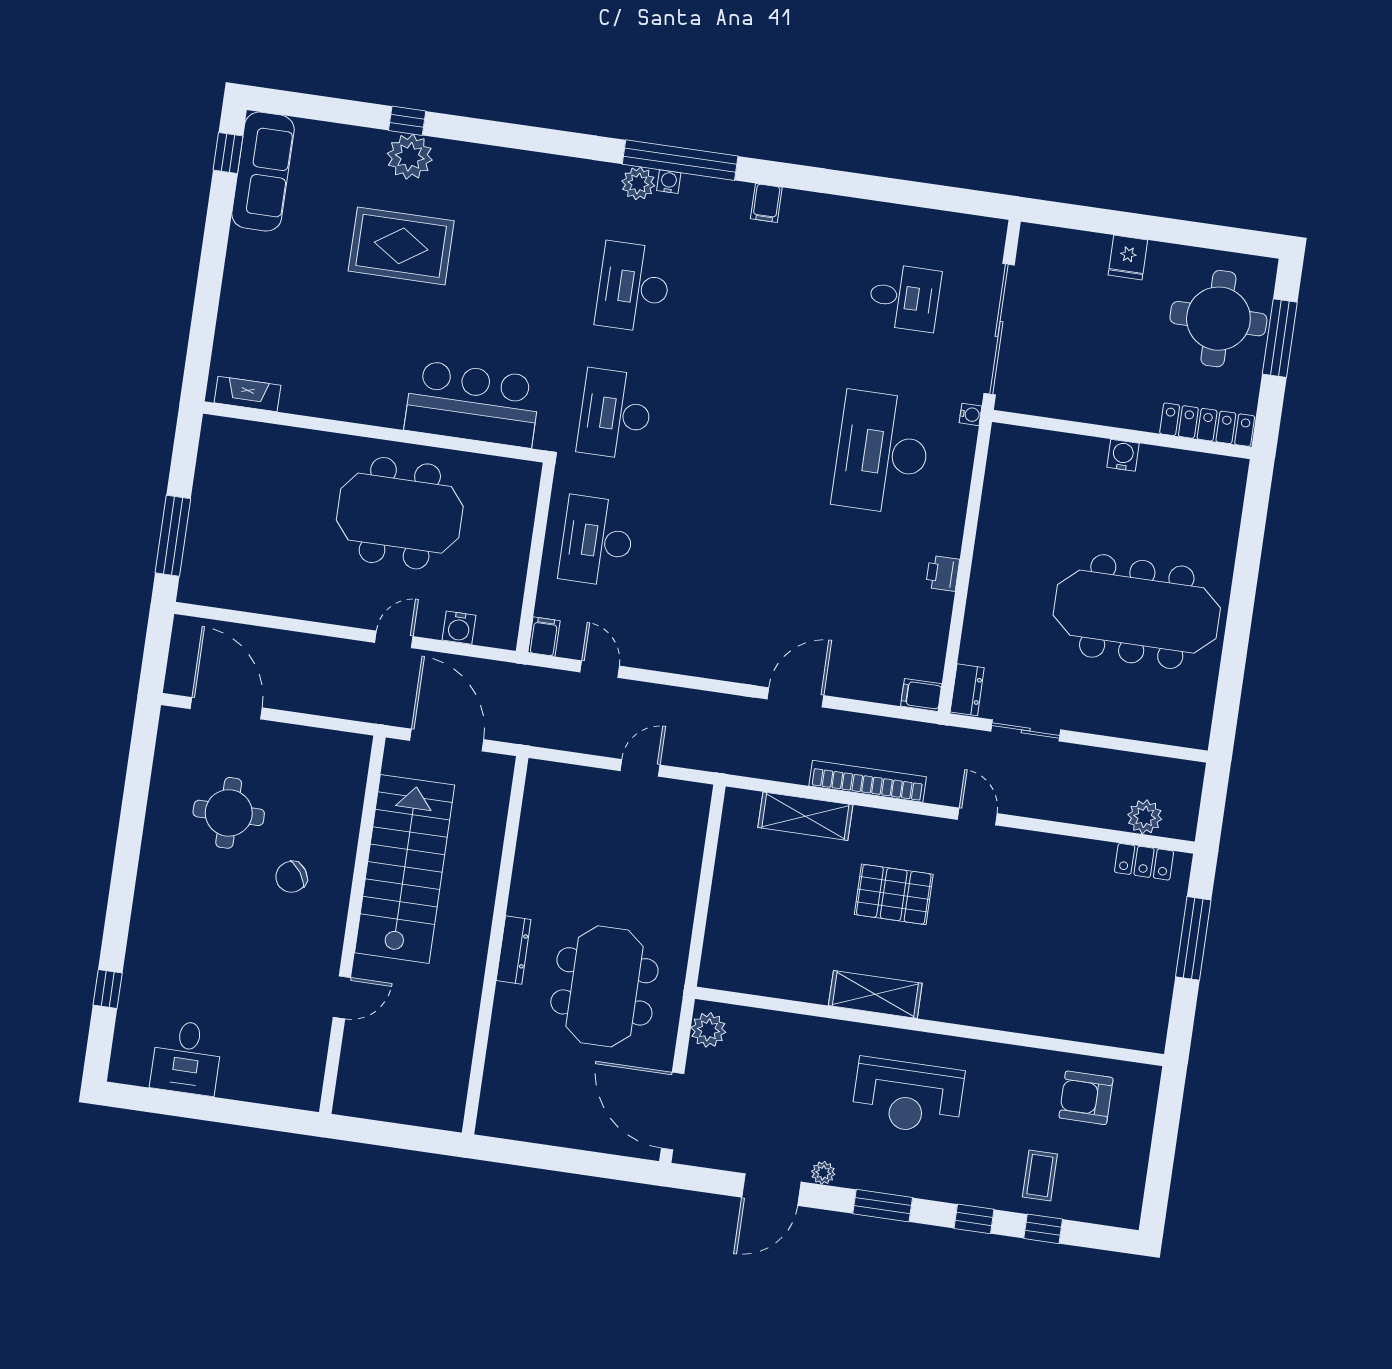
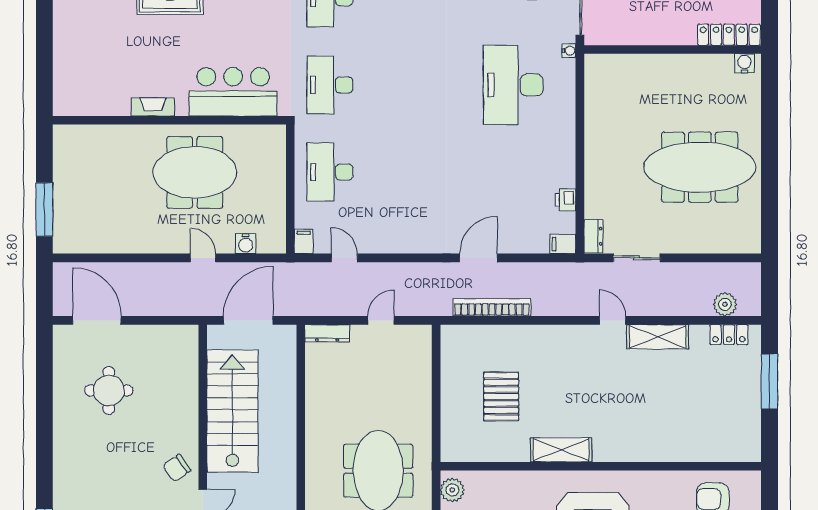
fireplace: (248, 394) -> (153, 107), moved
water cooler: (1123, 455) -> (745, 63), moved
printer: (943, 573) -> (566, 200), moved
door: (394, 639) -> (203, 258), hinge flipped
door: (447, 740) -> (248, 320), hinge flipped
bookcase: (868, 781) -> (492, 307), moved
shelving: (805, 816) -> (658, 337), moved
chair: (291, 877) -> (177, 468), moved
pallet: (894, 894) -> (501, 396), moved, turned 90
dresser: (514, 950) -> (327, 333), moved, turned 90

